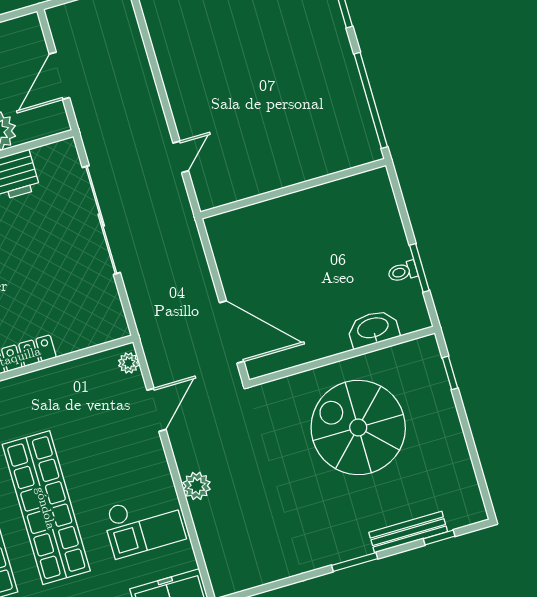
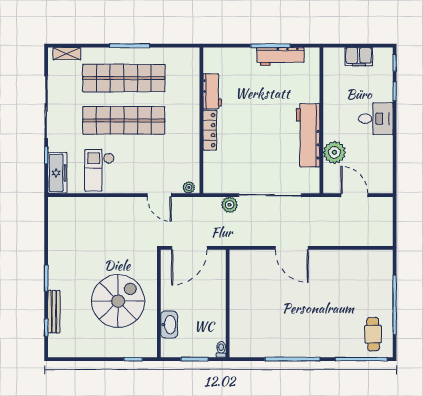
door: (181, 157) -> (292, 248), width x1.87
wall: (293, 189) -> (228, 303), moved
toilet: (403, 272) -> (221, 349), moved
plant: (197, 486) -> (230, 205), moved

